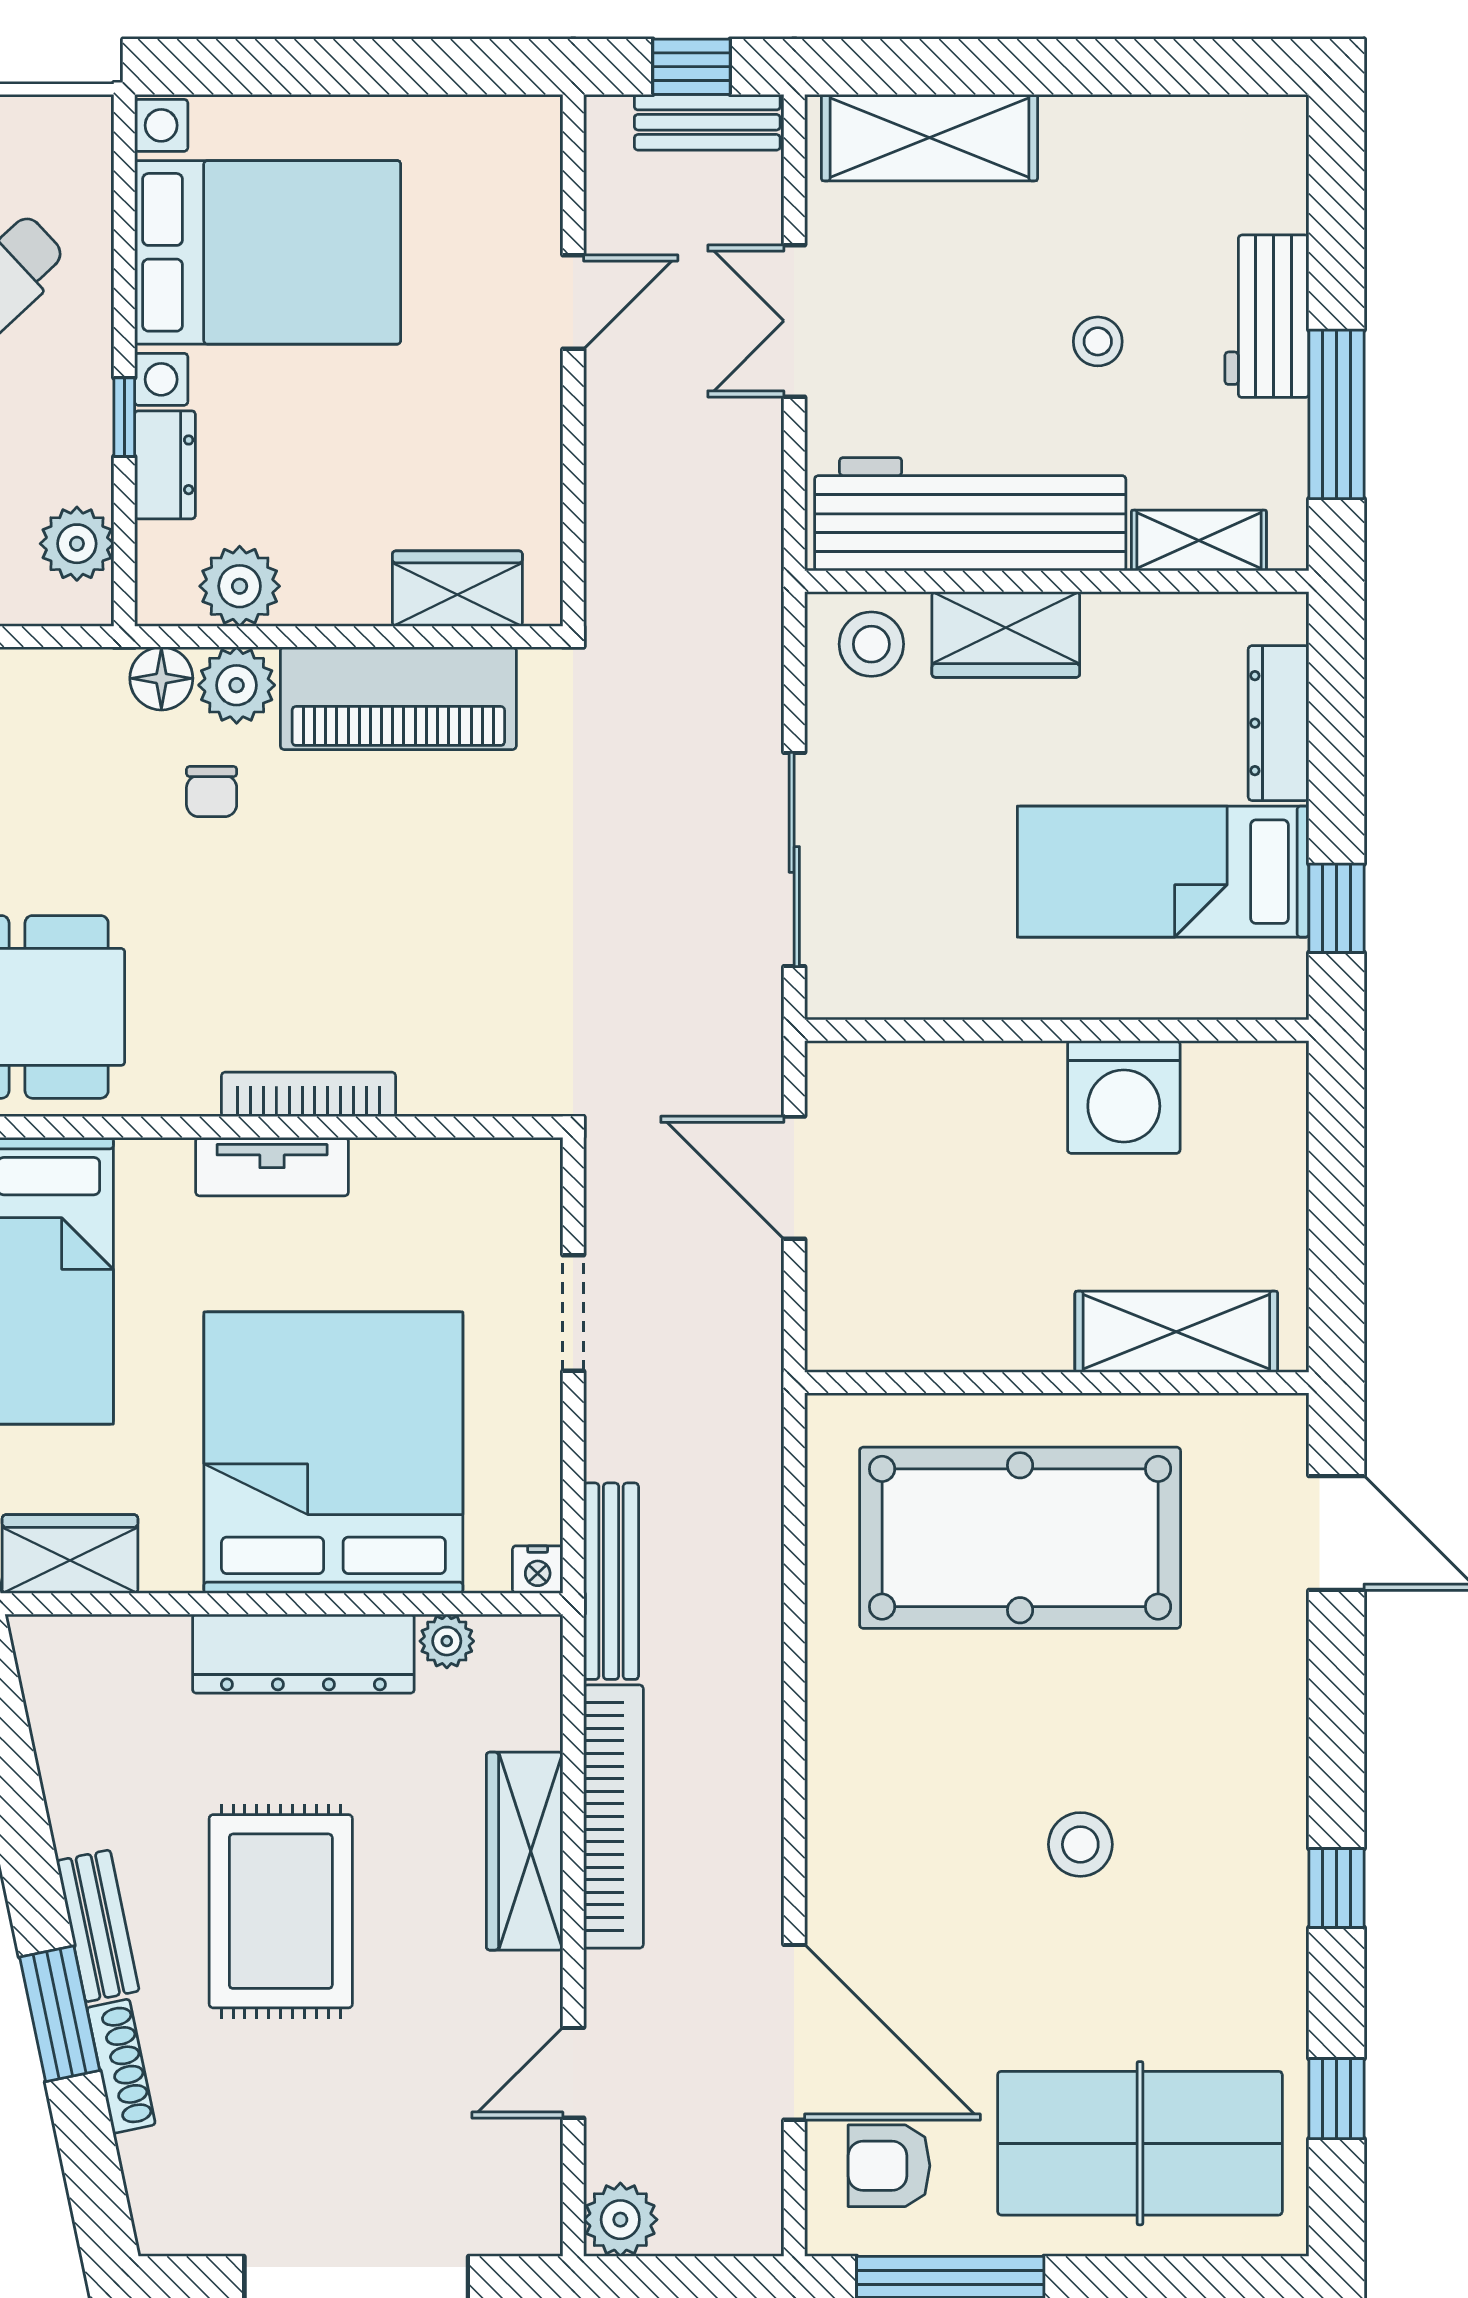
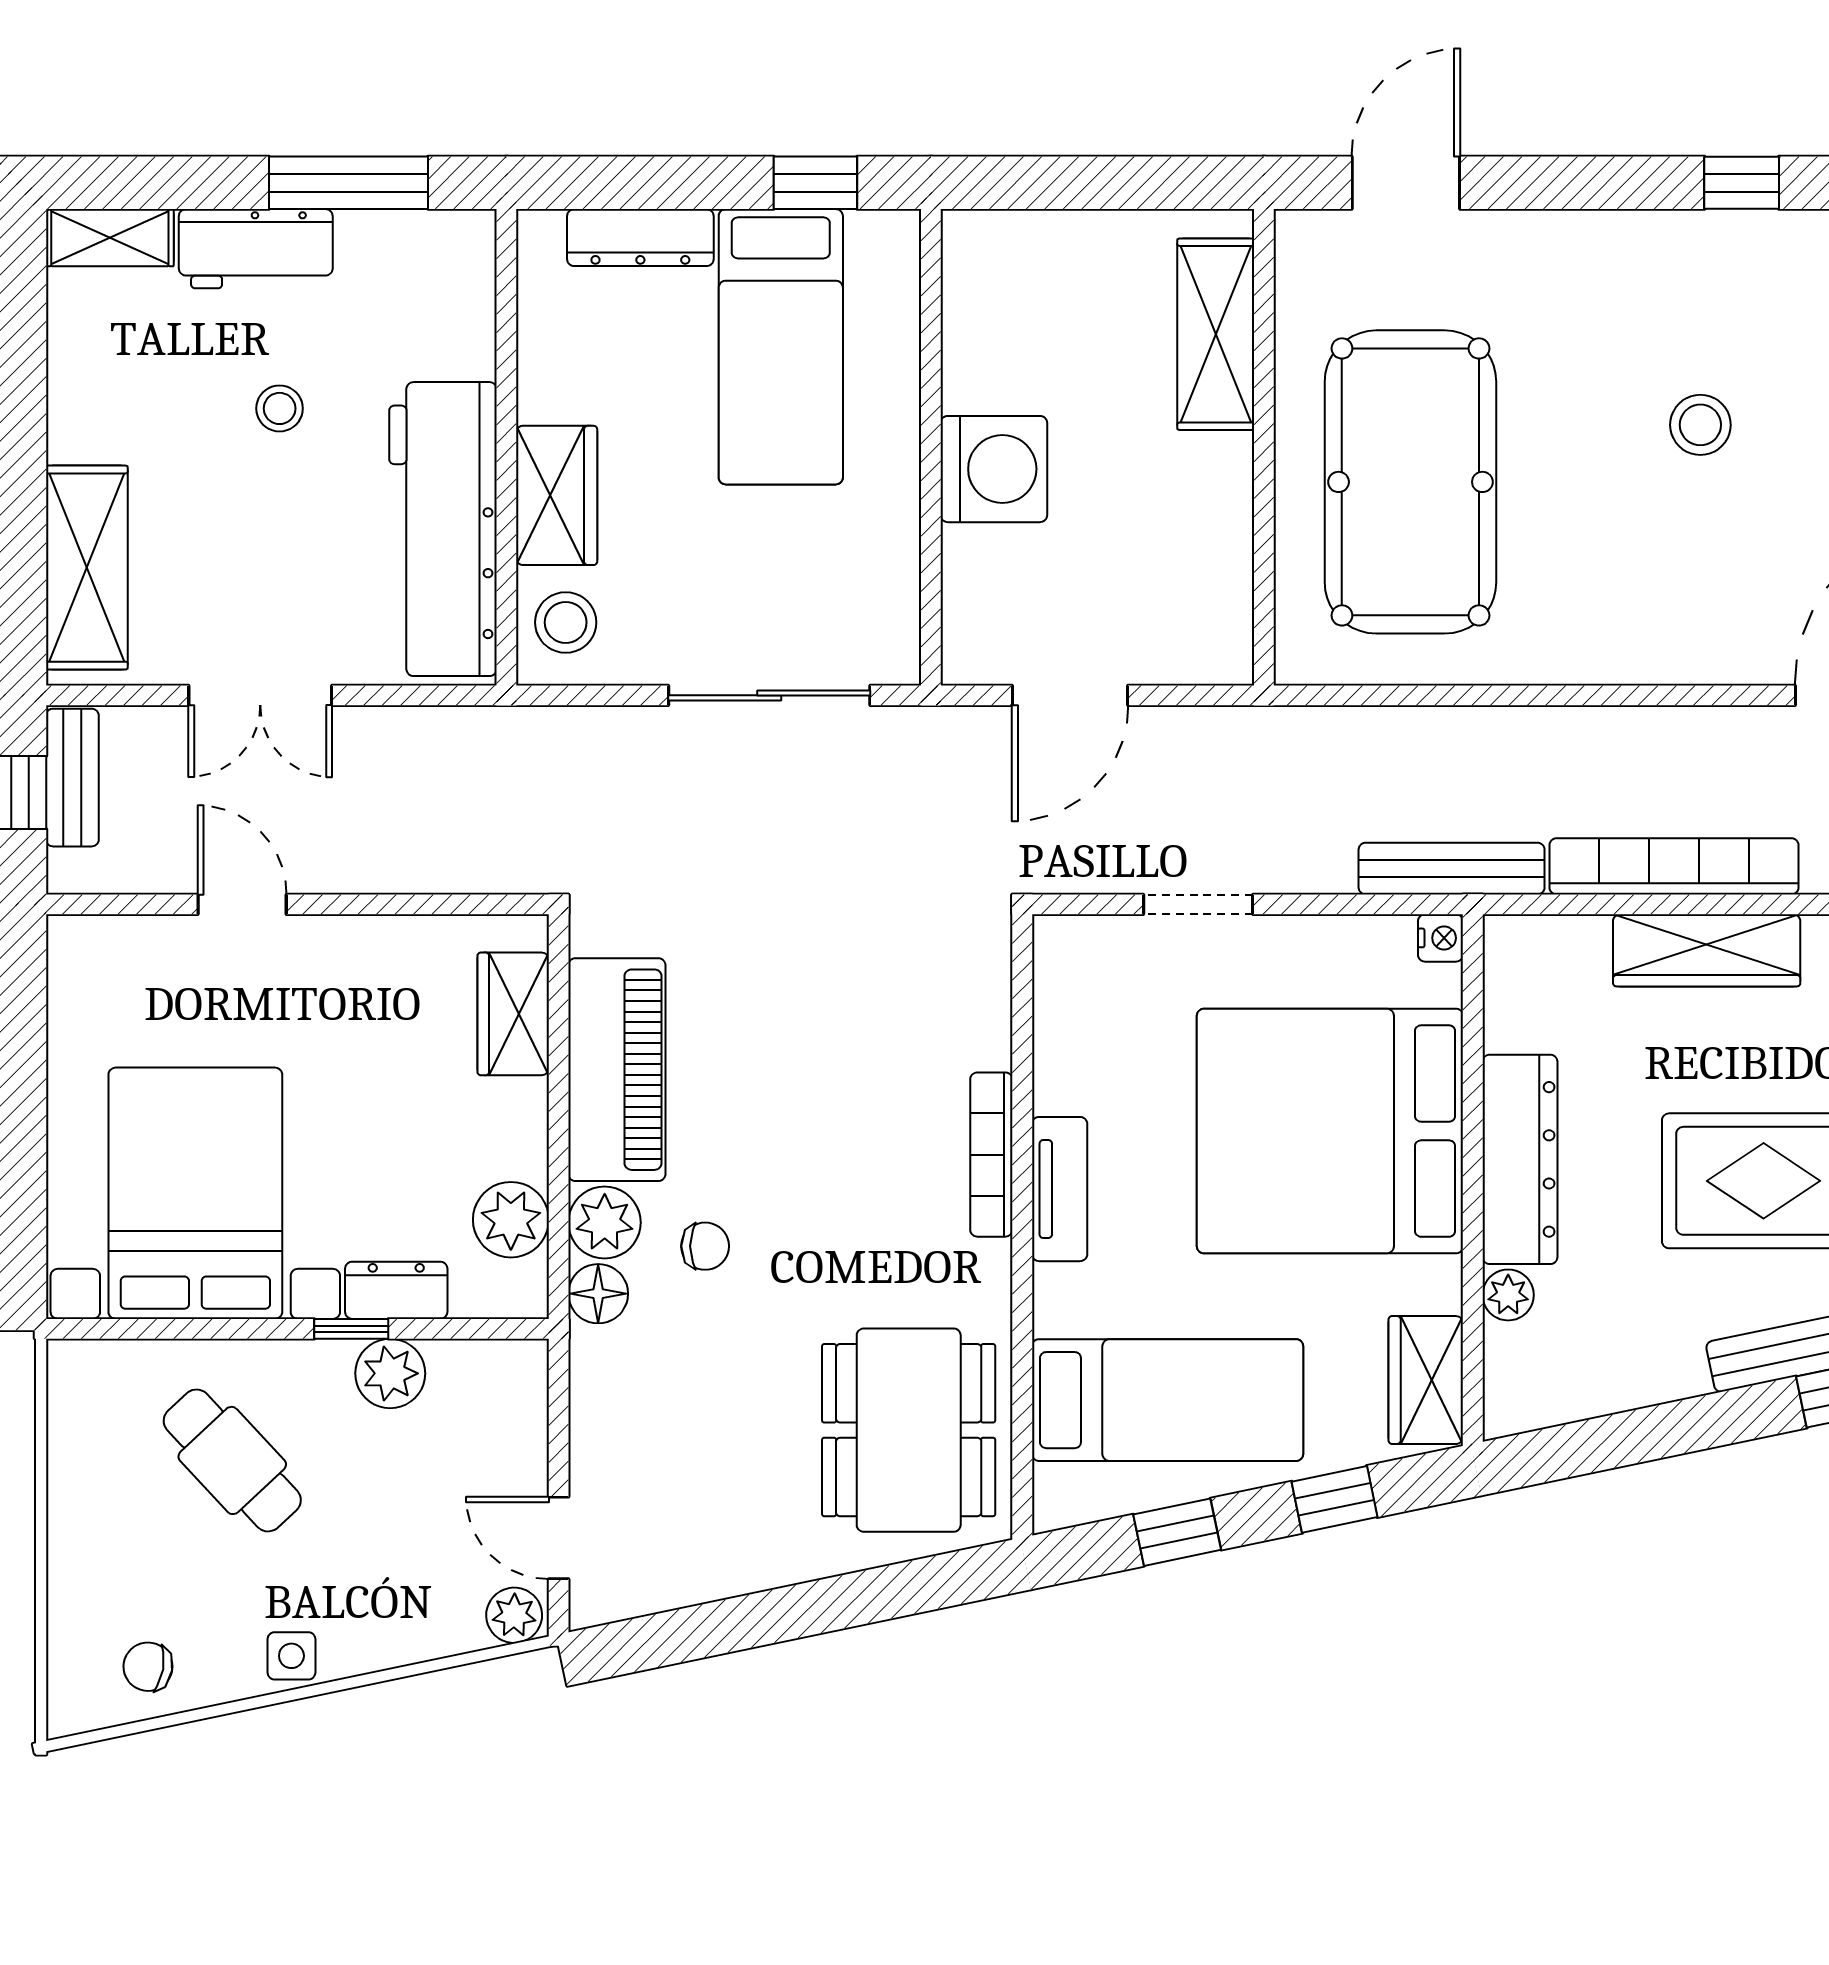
shelving: (1199, 541) -> (110, 238), moved, turned 90
plant: (77, 544) -> (390, 1373), moved
washing machine: (1124, 1097) -> (994, 469), moved
plant: (447, 1641) -> (1508, 1295), moved

